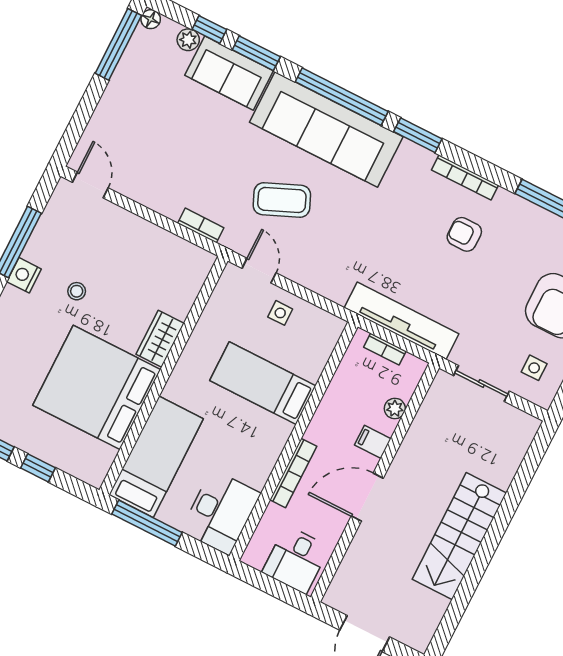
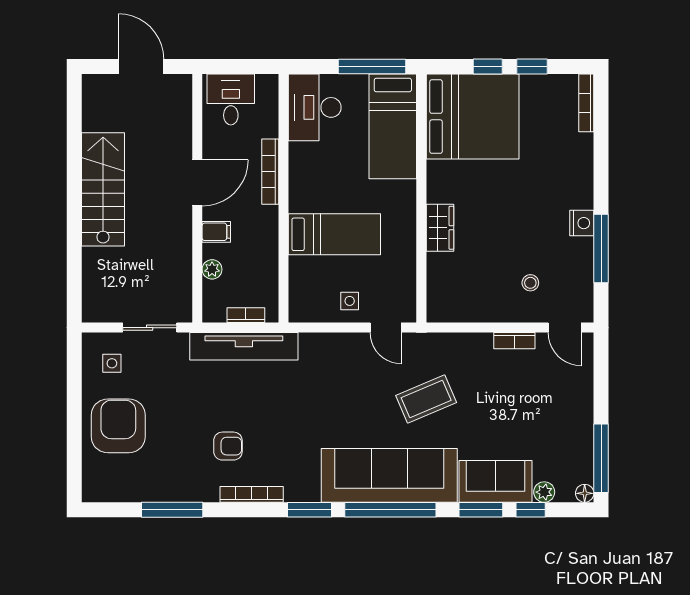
coffee table: (282, 200) -> (426, 399), moved
bookcase: (201, 226) -> (514, 341), moved
stool: (77, 291) -> (530, 283), moved
bed: (97, 387) -> (473, 117), moved

